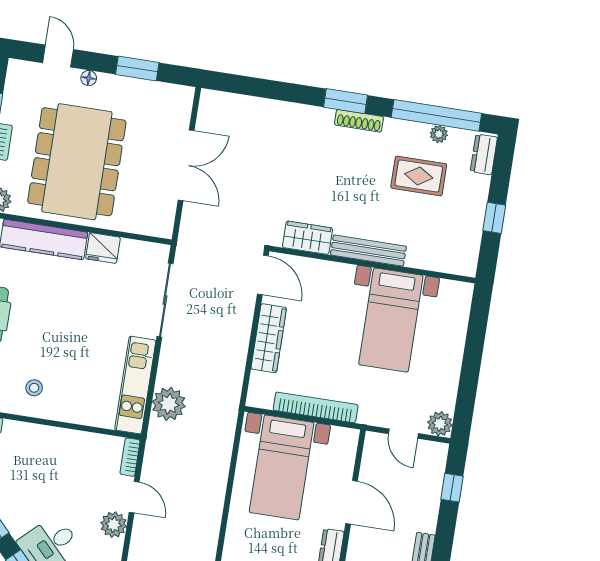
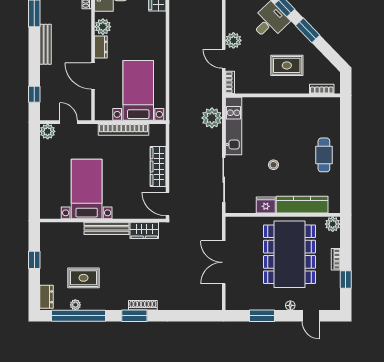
shoe rack: (359, 121) -> (143, 305), moved
stool: (34, 388) -> (273, 165), moved
rug: (33, 470) -> (287, 65), added

